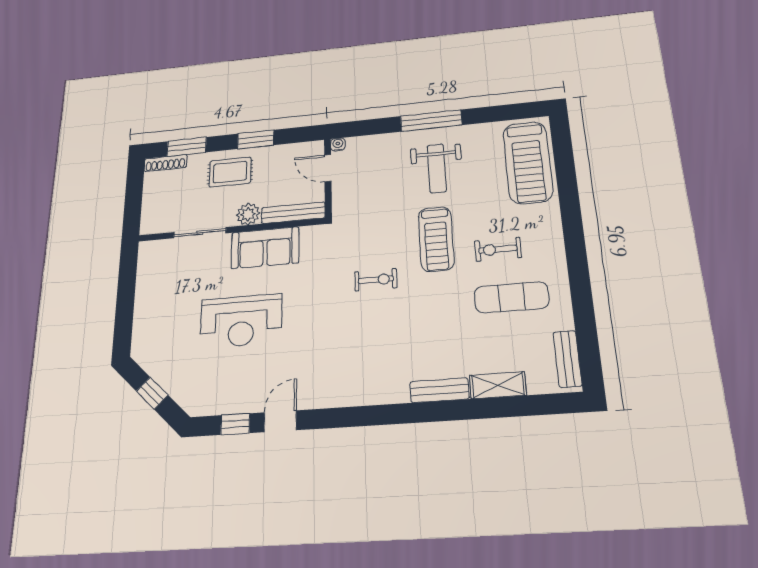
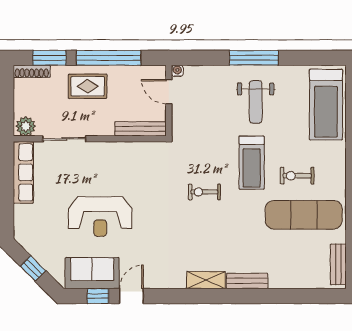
window: (256, 139) -> (109, 58), width x2.11
plant: (248, 214) -> (26, 126), moved
sofa: (265, 248) -> (92, 273), moved, turned 180
row of seats: (148, 276) -> (23, 172), added
exercise bike: (376, 280) -> (204, 192), turned 180
exercise mat: (512, 297) -> (304, 215), width x1.36, depth x1.45
shelving: (498, 385) -> (206, 280), moved

